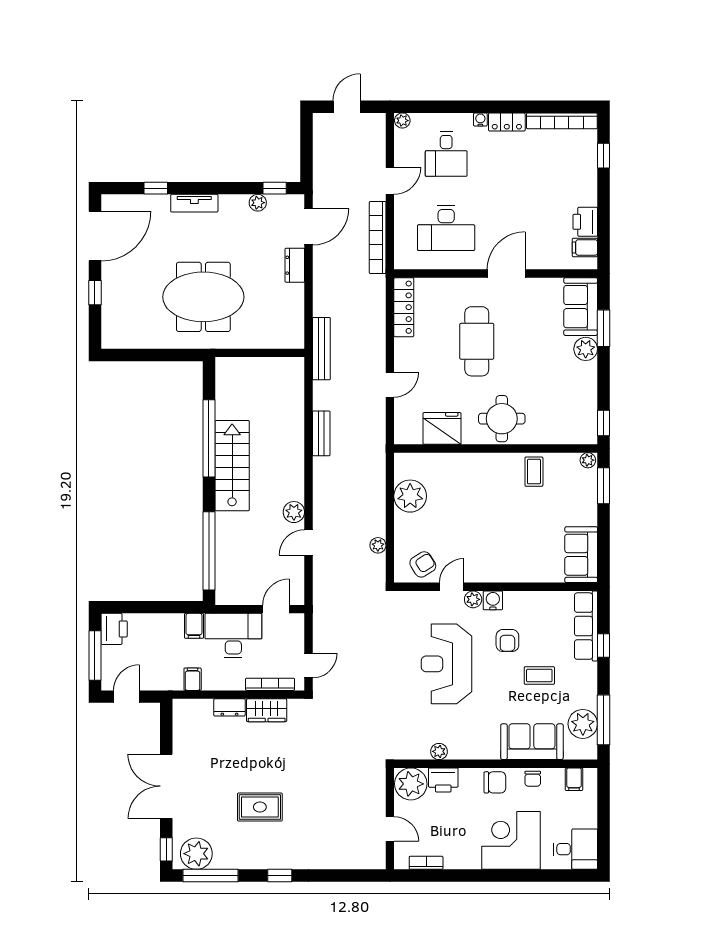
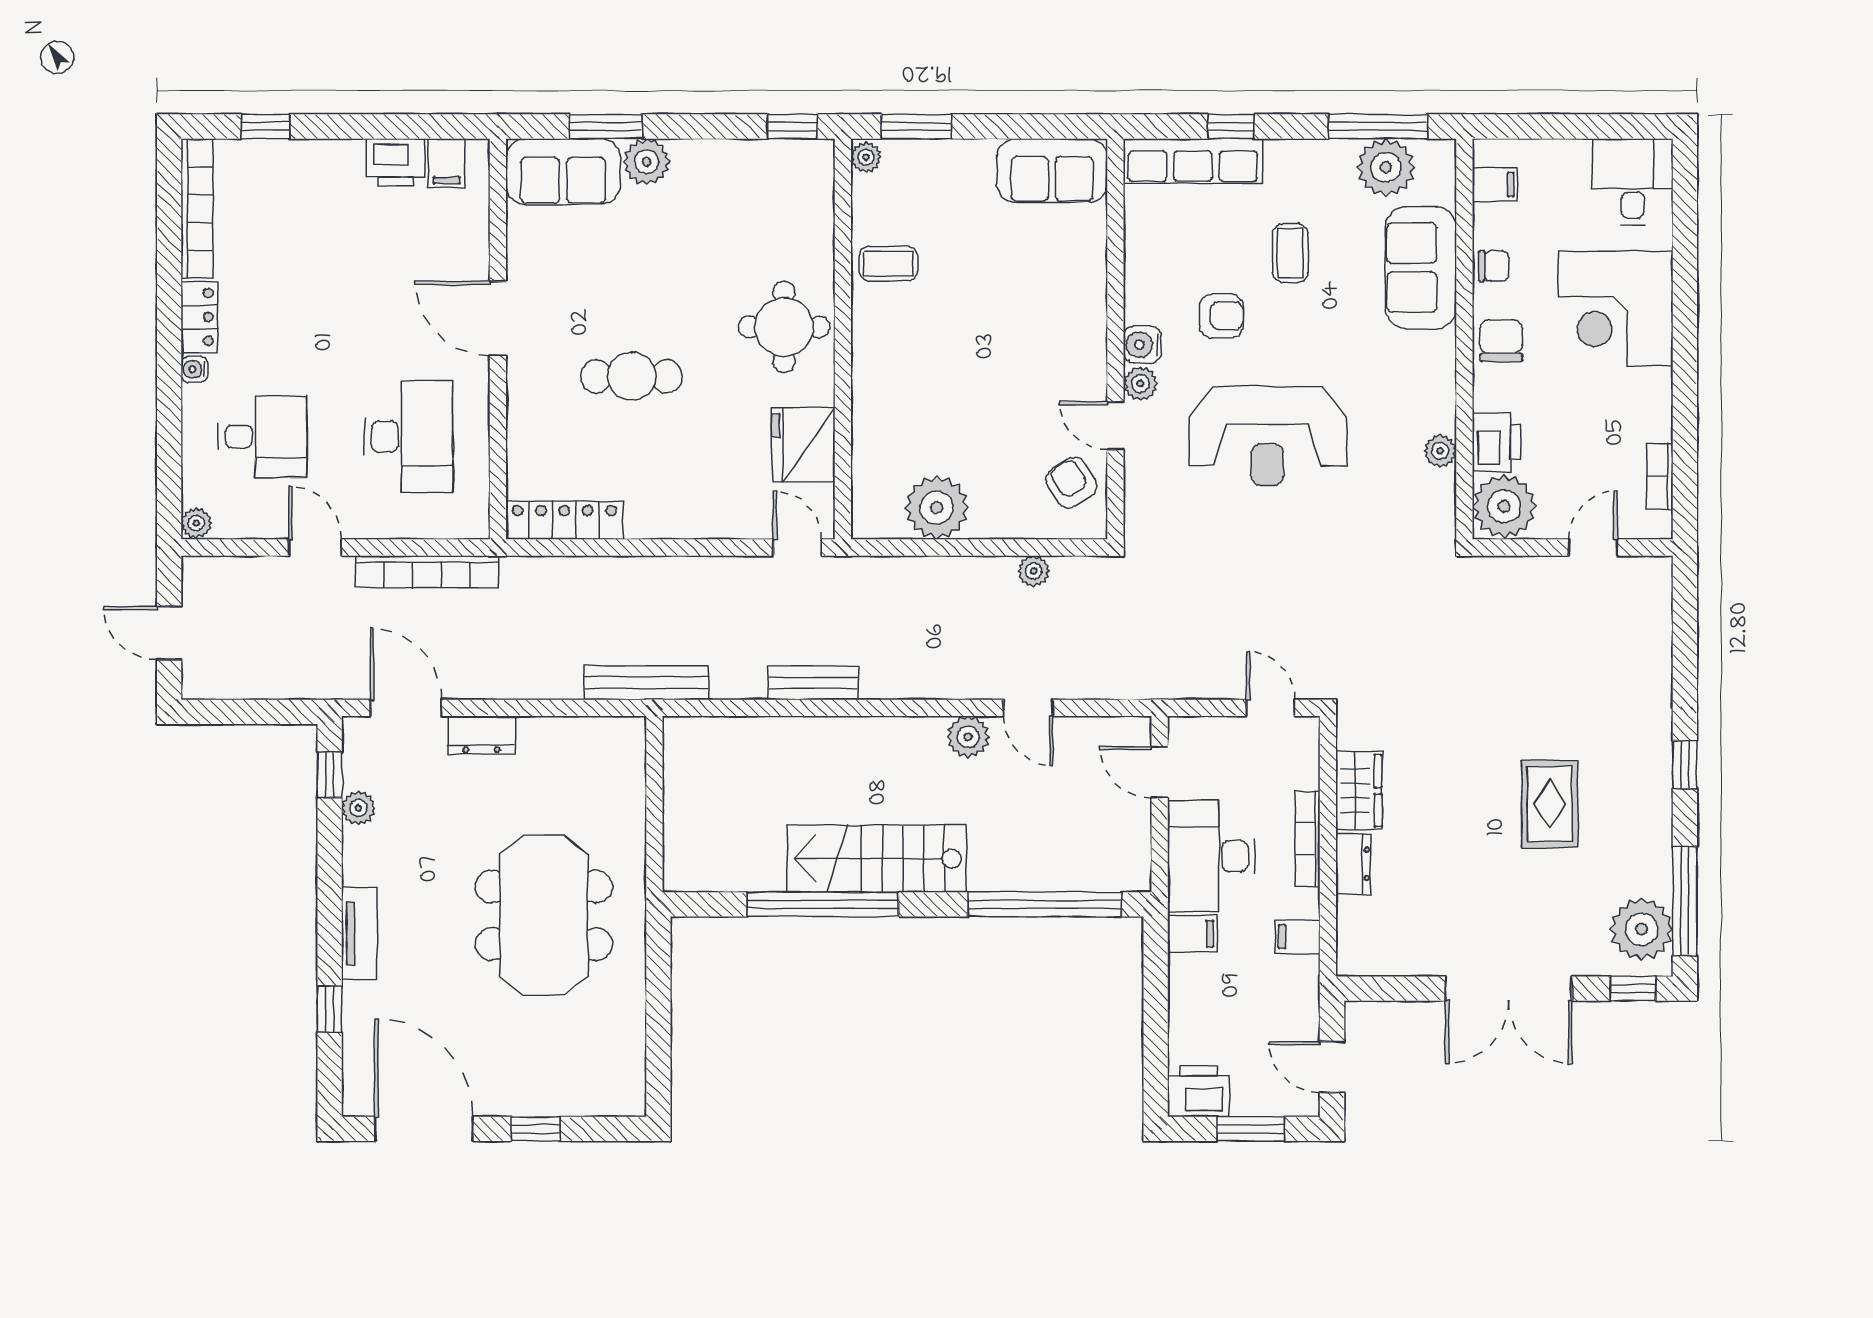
cafe table: (477, 341) -> (632, 376), width x0.73, depth x0.74
door: (390, 385) -> (797, 547), moved
window: (95, 655) -> (1251, 1129), width x0.69
bookcase: (270, 684) -> (1308, 839), moved

